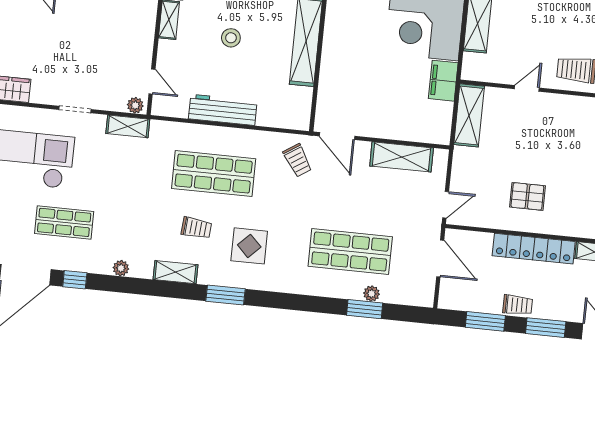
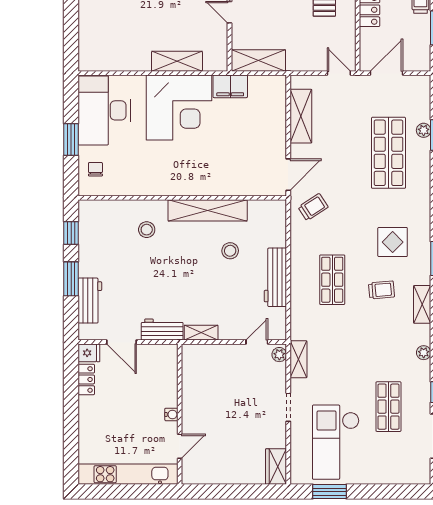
stool: (231, 38) -> (230, 251), moved
shop shelf: (214, 174) -> (332, 280), width x0.70, depth x0.74
trolley: (196, 228) -> (381, 290), turned 80

